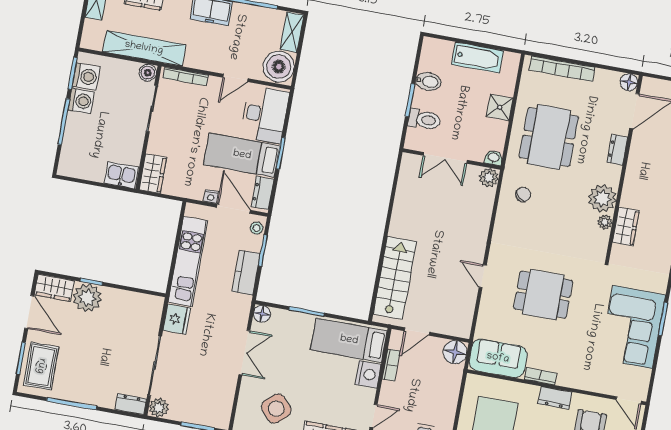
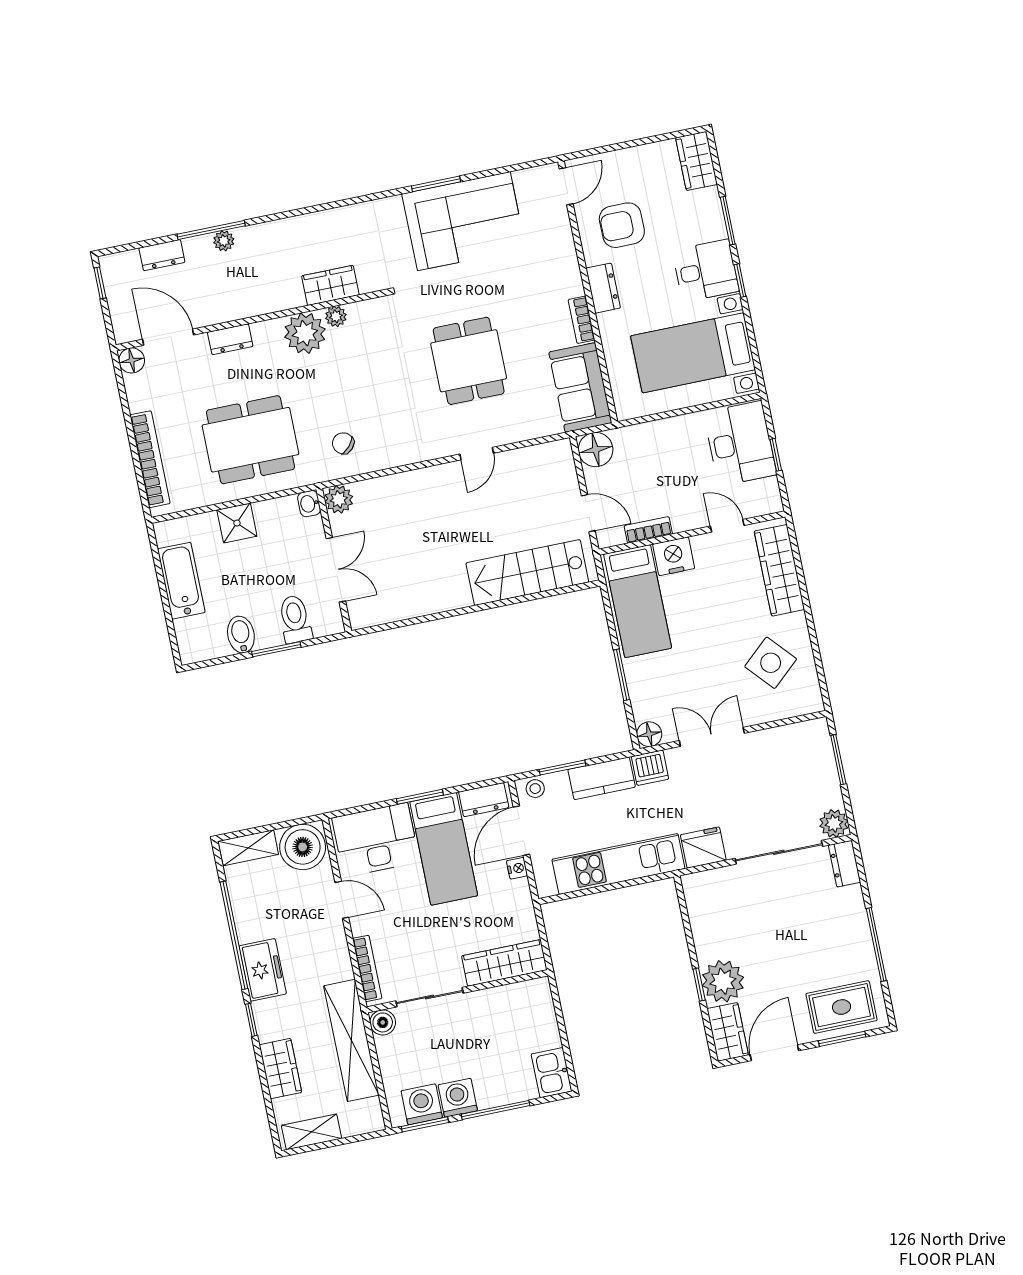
wardrobe: (153, 174) -> (504, 963), width x1.50
kitchen sink: (121, 175) -> (552, 1073), moved
dishwasher: (241, 306) -> (650, 768), added

